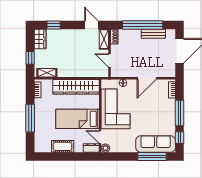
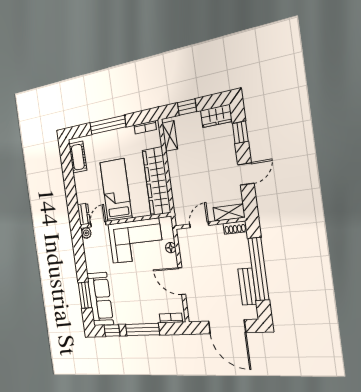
door: (91, 25) -> (246, 174), moved
cot: (63, 146) -> (78, 157), moved
window: (152, 157) -> (85, 295), width x0.69

